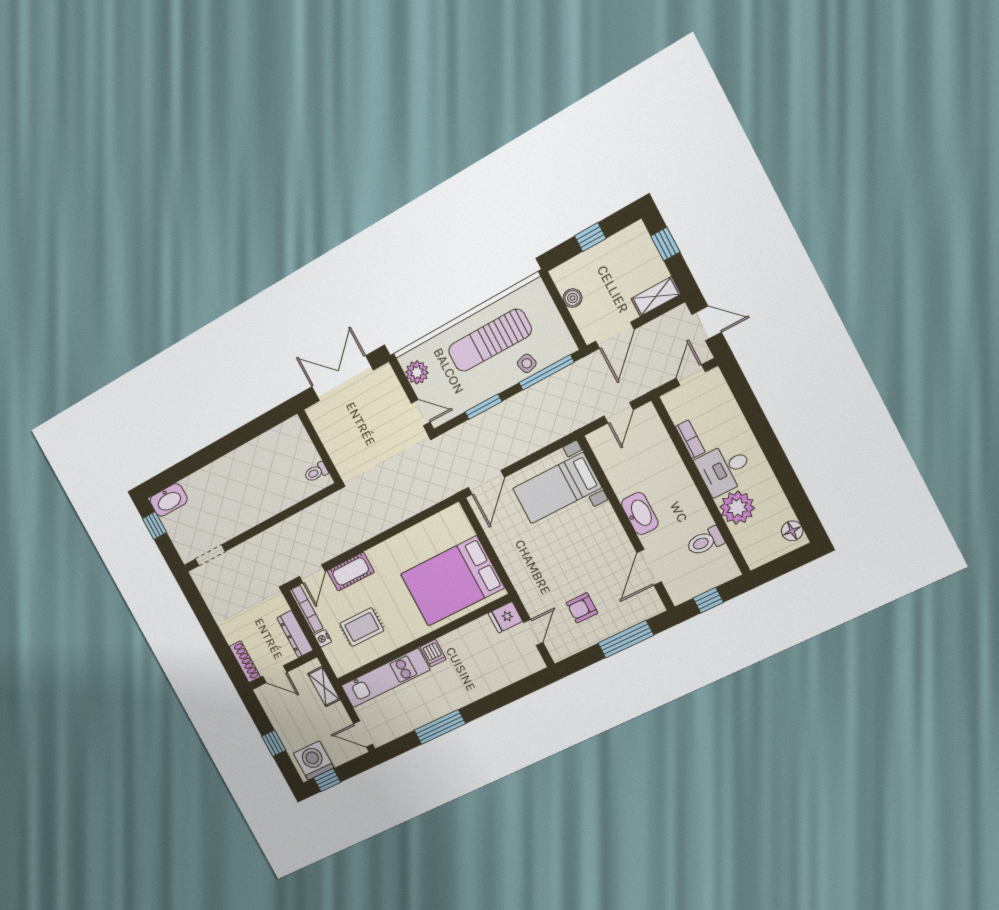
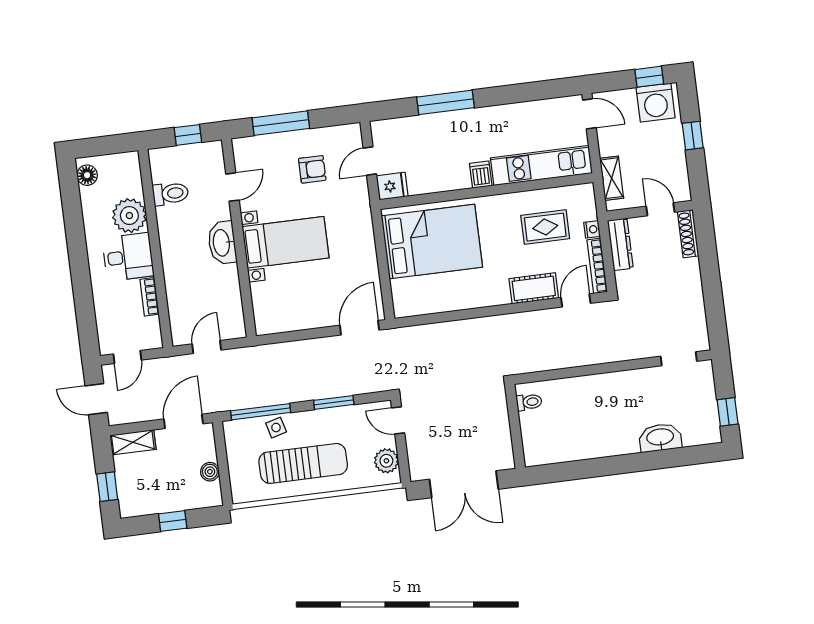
bed with nightstands: (557, 488) -> (285, 242), moved
washbasin: (169, 500) -> (660, 438), moved
door: (649, 567) -> (232, 187), width x0.73
window: (440, 727) -> (446, 102), moved

